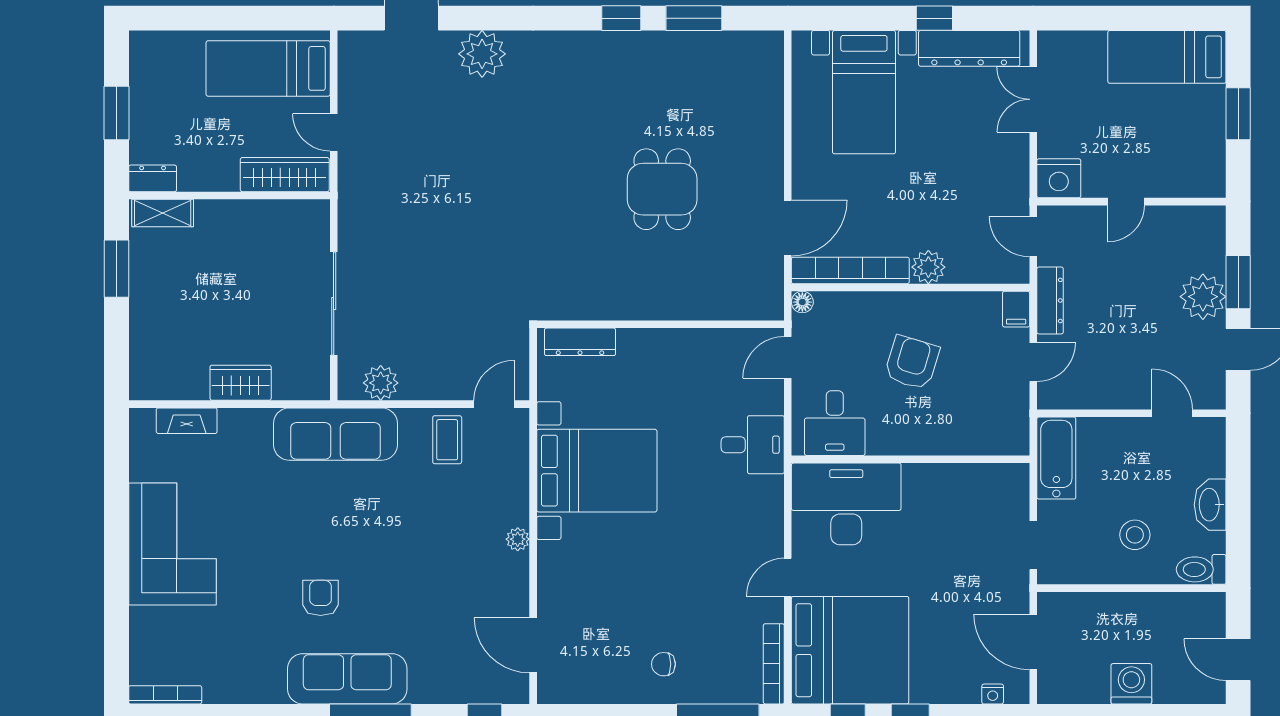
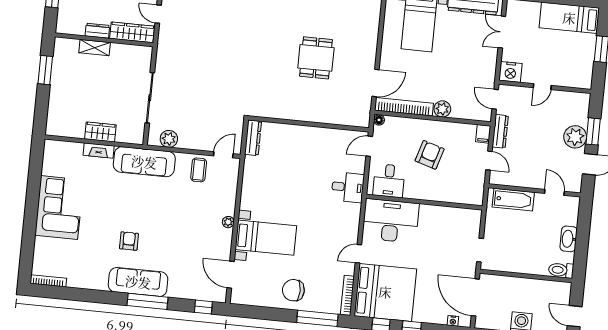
dresser: (153, 178) -> (97, 31), moved
shelving: (163, 213) -> (95, 48), moved
dresser: (580, 342) -> (253, 138), moved, turned -90
door: (1033, 362) -> (489, 161), hinge flipped
fireplace: (187, 421) -> (99, 151), moved
bathtub: (1056, 458) -> (513, 200), moved, turned 90
bed with nightstands: (597, 471) -> (266, 238), moved, width x0.73
stool: (1135, 535) -> (530, 250), removed
door: (1033, 642) -> (475, 297), width x1.36
chair: (663, 664) -> (293, 290), width x1.87, depth x1.87

